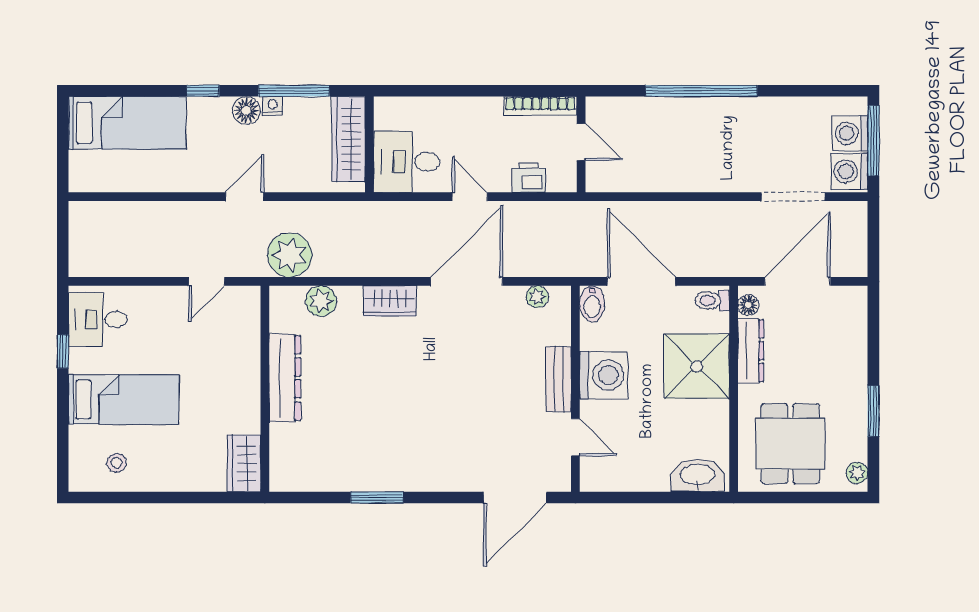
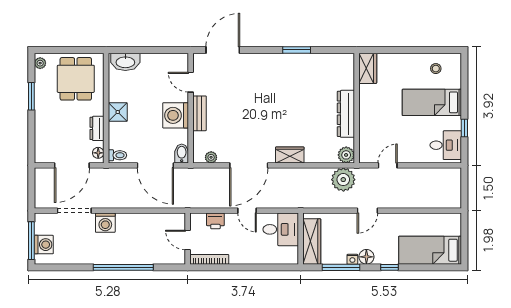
washing machine: (850, 171) -> (105, 223), moved, turned 90
plant: (321, 301) -> (346, 155), moved
dresser: (751, 351) -> (97, 128), width x0.70
shower: (697, 366) -> (118, 112), width x0.54, depth x0.54

